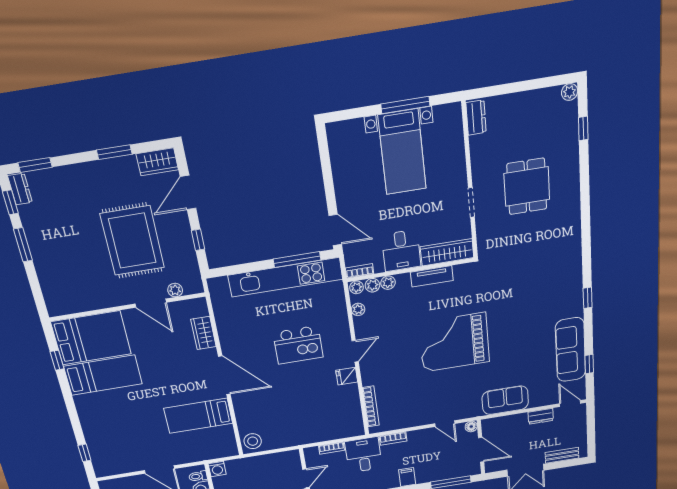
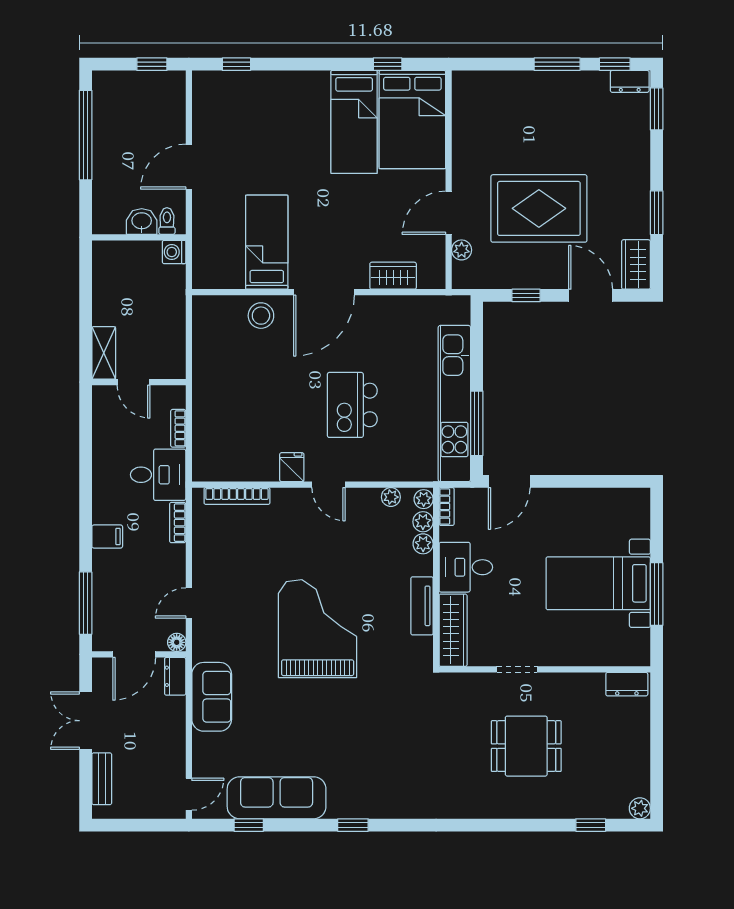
dresser: (541, 416) -> (175, 676), moved
stool: (253, 441) -> (261, 316), moved

